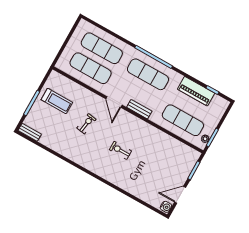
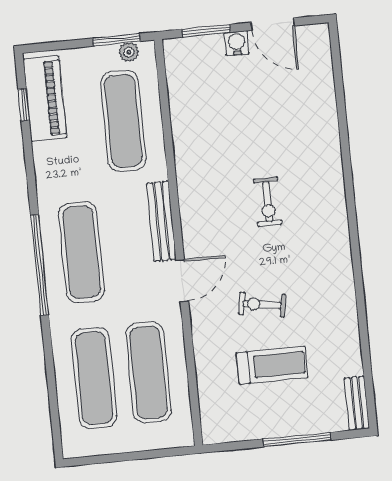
piano: (196, 91) -> (45, 99), moved
treadmill: (57, 101) -> (272, 365), moved, turned 90
bench: (139, 109) -> (161, 221), width x1.36
water cooler: (166, 207) -> (237, 43), moved

